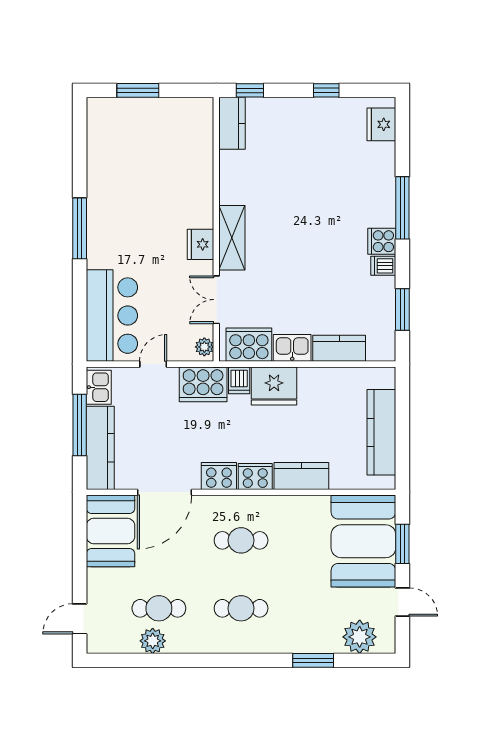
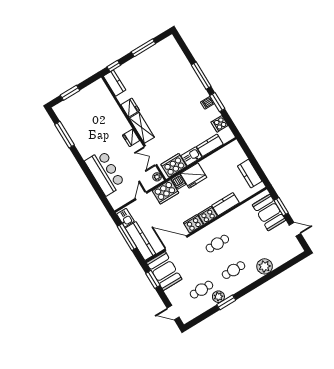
window: (326, 90) -> (143, 48), width x2.17
fridge: (381, 124) -> (130, 108), moved, turned 180
window: (80, 228) -> (64, 135), moved
cooker: (382, 241) -> (220, 124), moved
window: (402, 309) -> (217, 102), moved
bar counter: (112, 316) -> (105, 173), moved
kitchen counter: (381, 432) -> (250, 174), width x0.67
door: (165, 492) -> (176, 243), swing flipped
window: (80, 534) -> (153, 279), added
booth: (363, 541) -> (269, 213), width x0.73, depth x0.70
door: (80, 619) -> (173, 313), hinge flipped
plant: (360, 637) -> (265, 266), moved
plant: (153, 641) -> (218, 297), moved
window: (313, 660) -> (226, 302), moved

